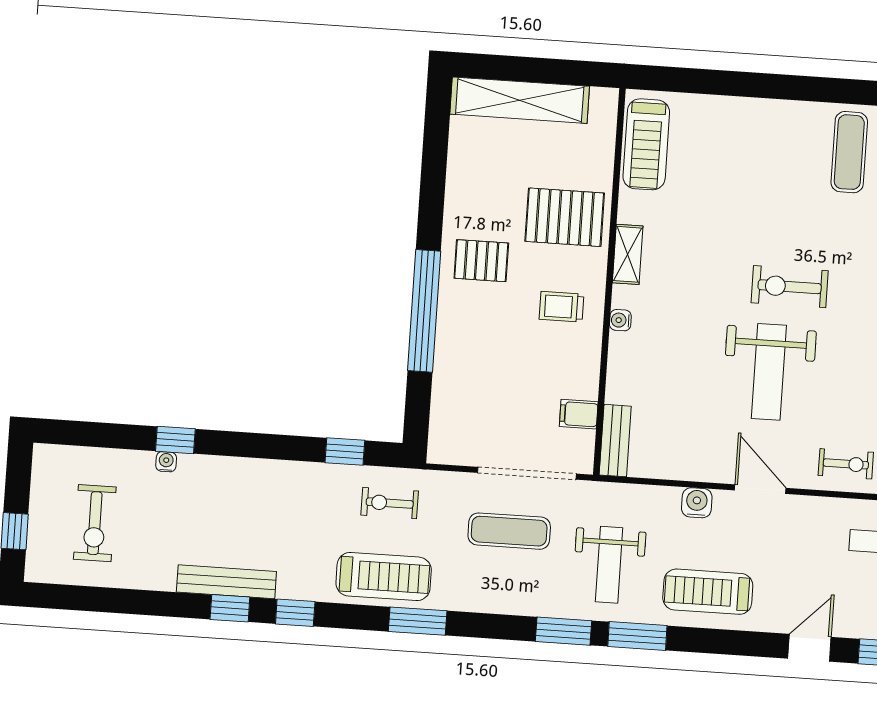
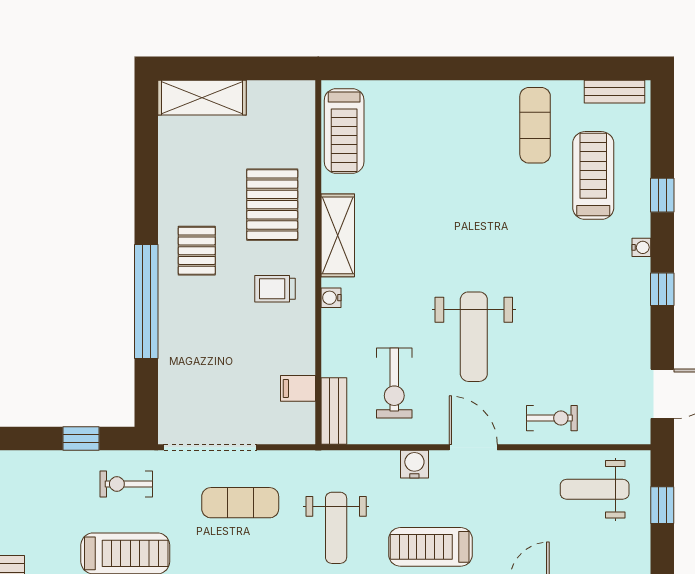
shelving: (520, 100) -> (202, 98), width x0.68
pallet: (565, 217) -> (272, 205), turned 90
shelving: (628, 254) -> (338, 235), width x1.50, depth x1.33
pallet: (481, 261) -> (197, 251), turned 90
exercise bike: (790, 287) -> (394, 383), moved, turned -90
doorway: (527, 473) -> (210, 447), moved

